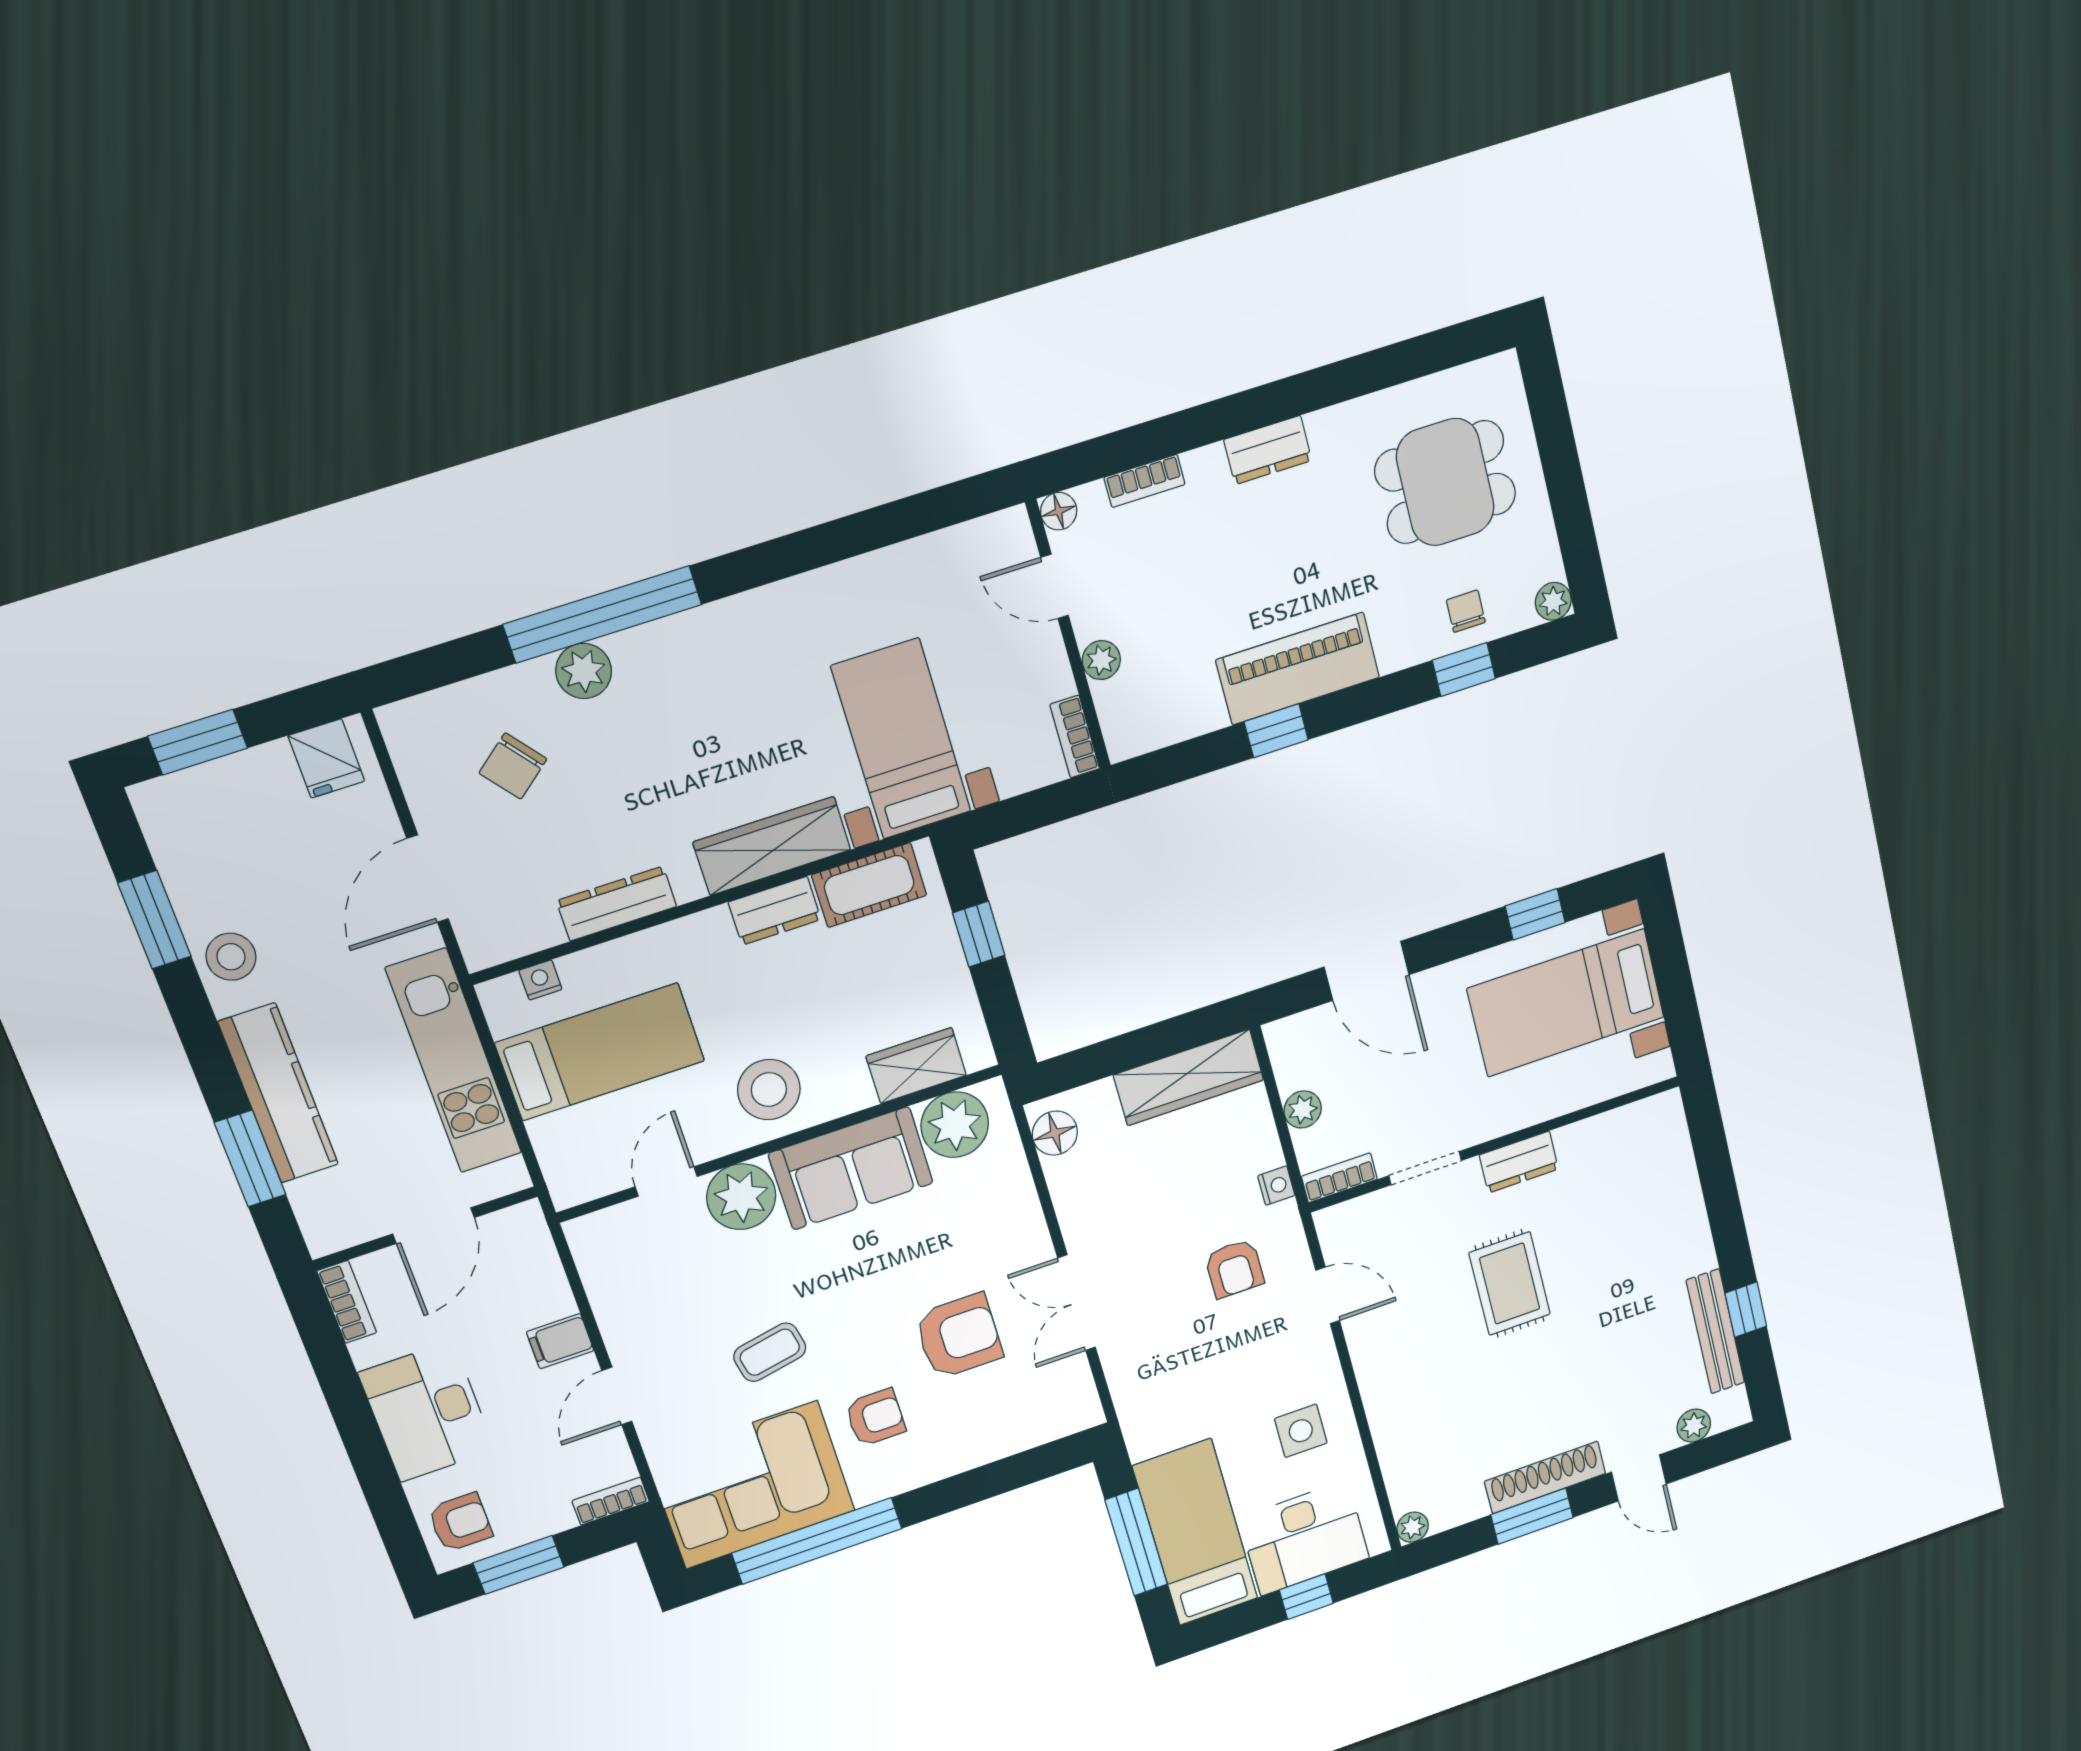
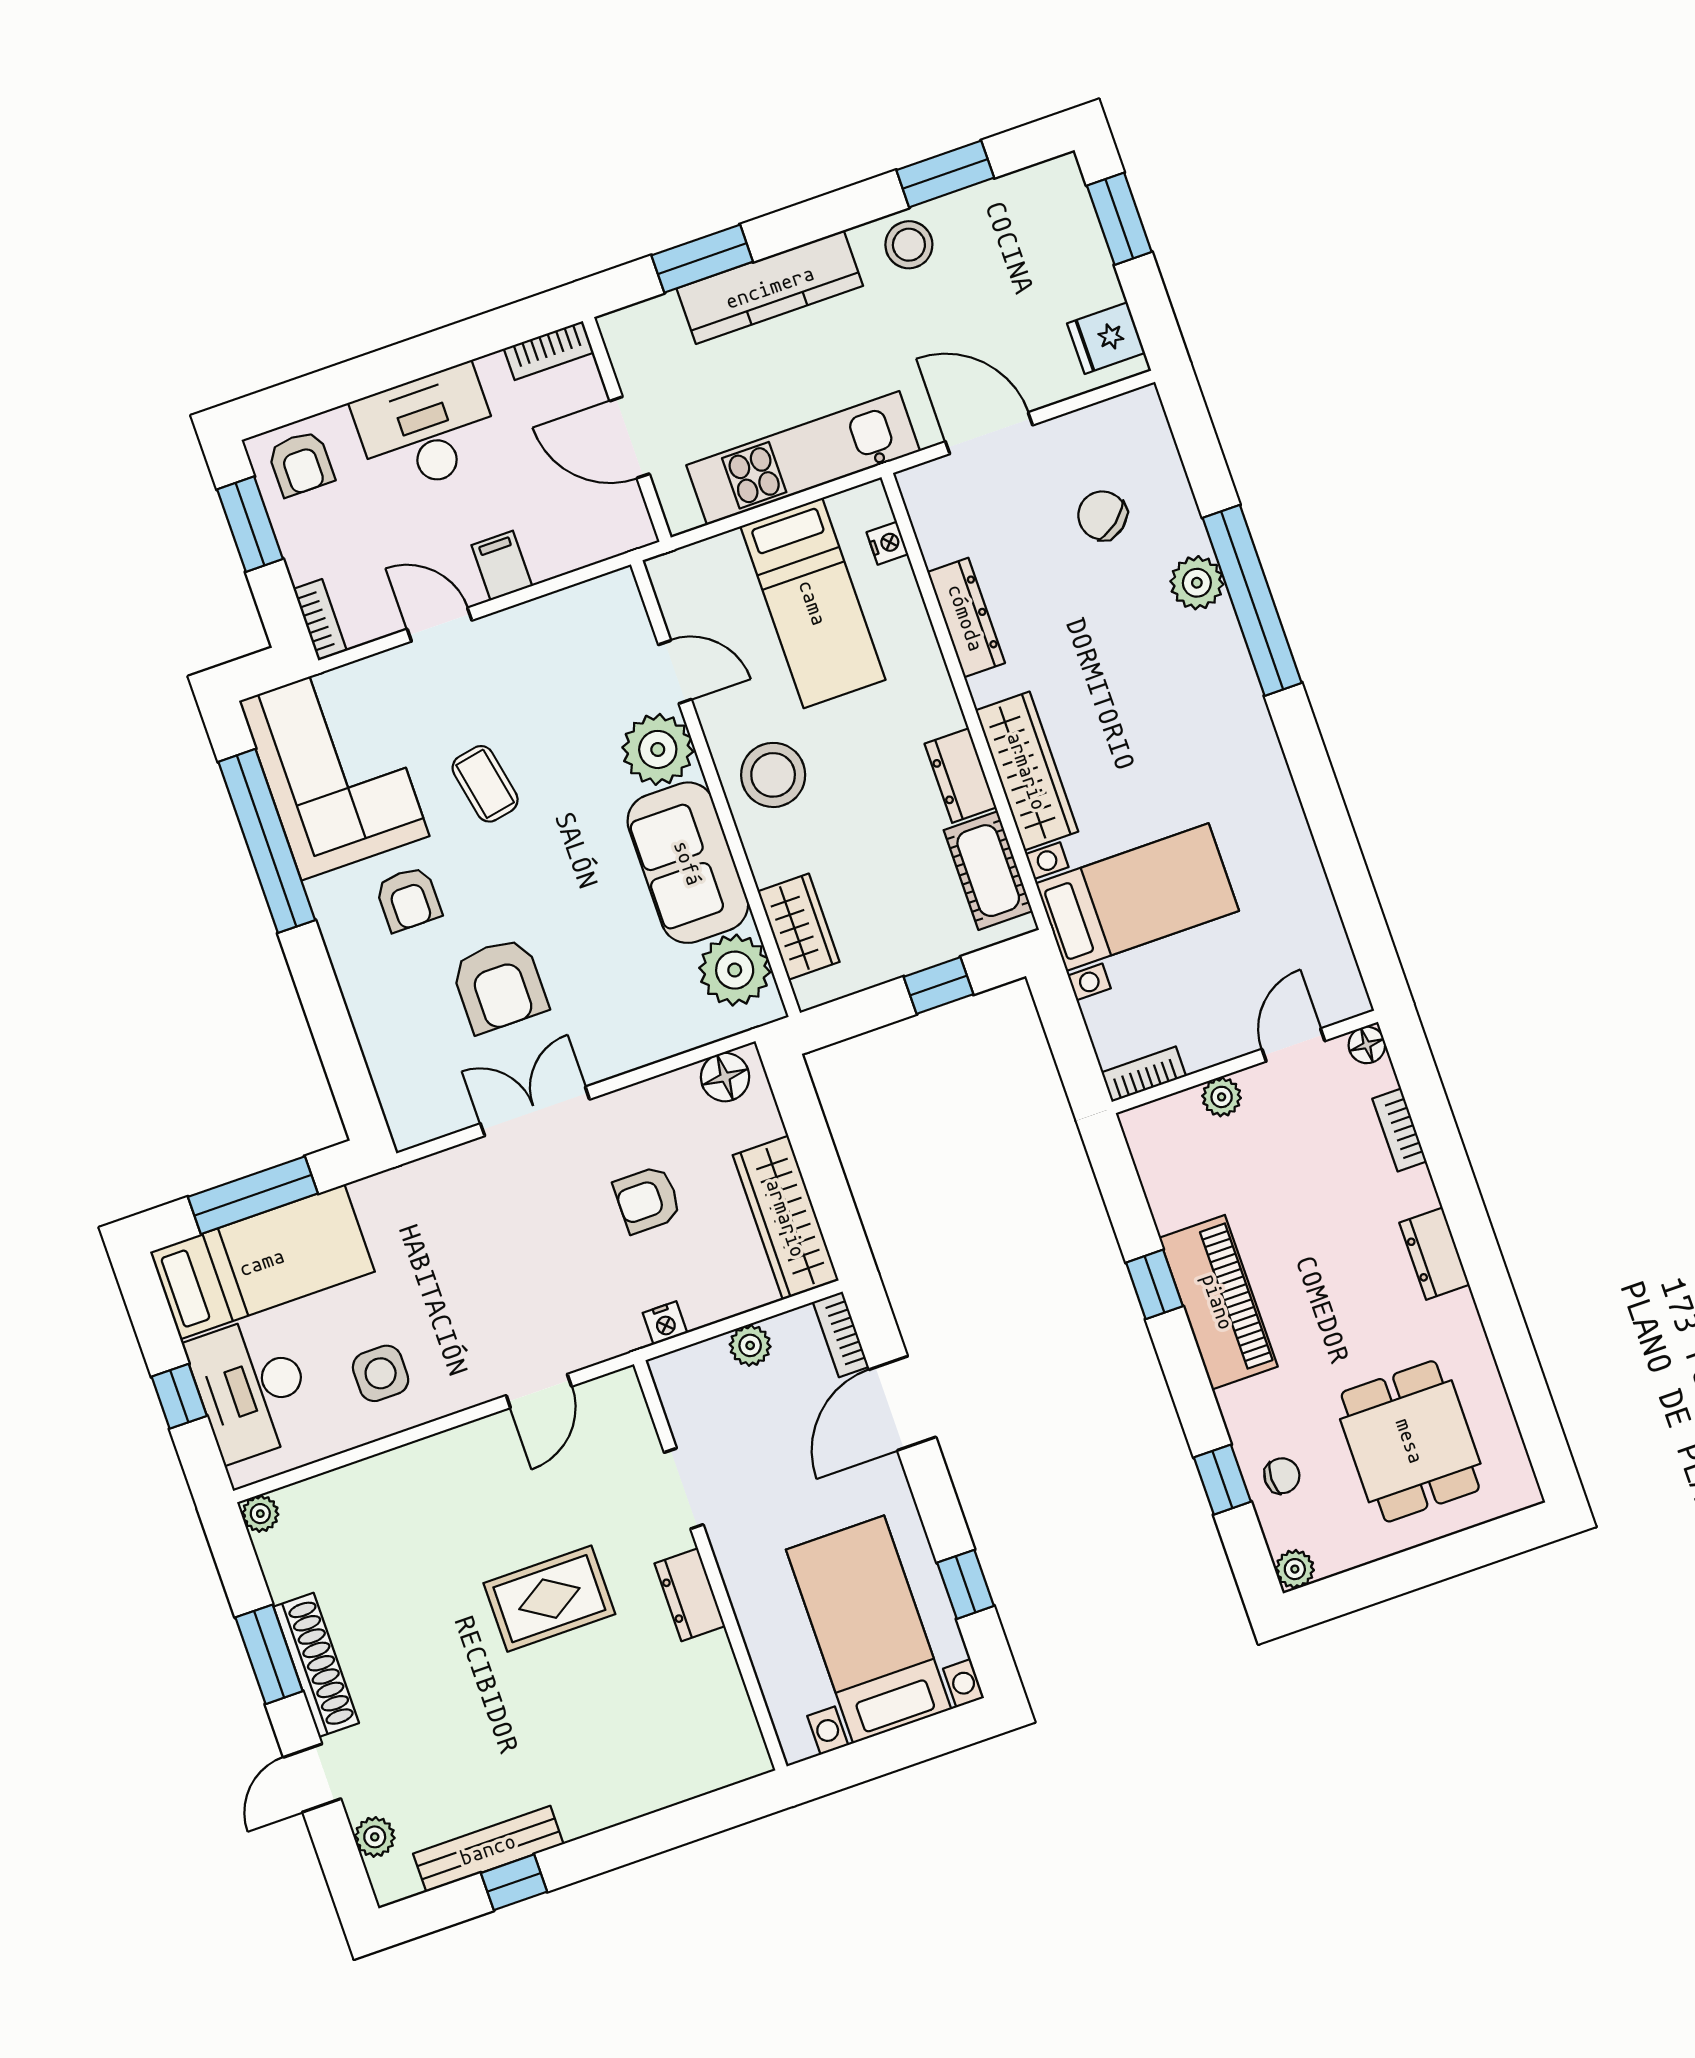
bookcase: (1339, 1178) -> (841, 1334), moved, turned 180
armchair: (1234, 1268) -> (647, 1200), moved

